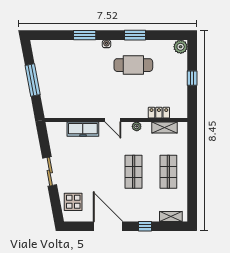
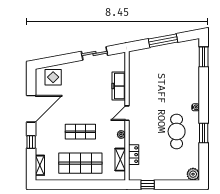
window: (85, 35) -> (204, 57), moved
window: (192, 78) -> (148, 185), moved
sliding door: (50, 172) -> (95, 53), moved
shop shelf: (168, 172) -> (80, 163), width x1.43, depth x1.36

